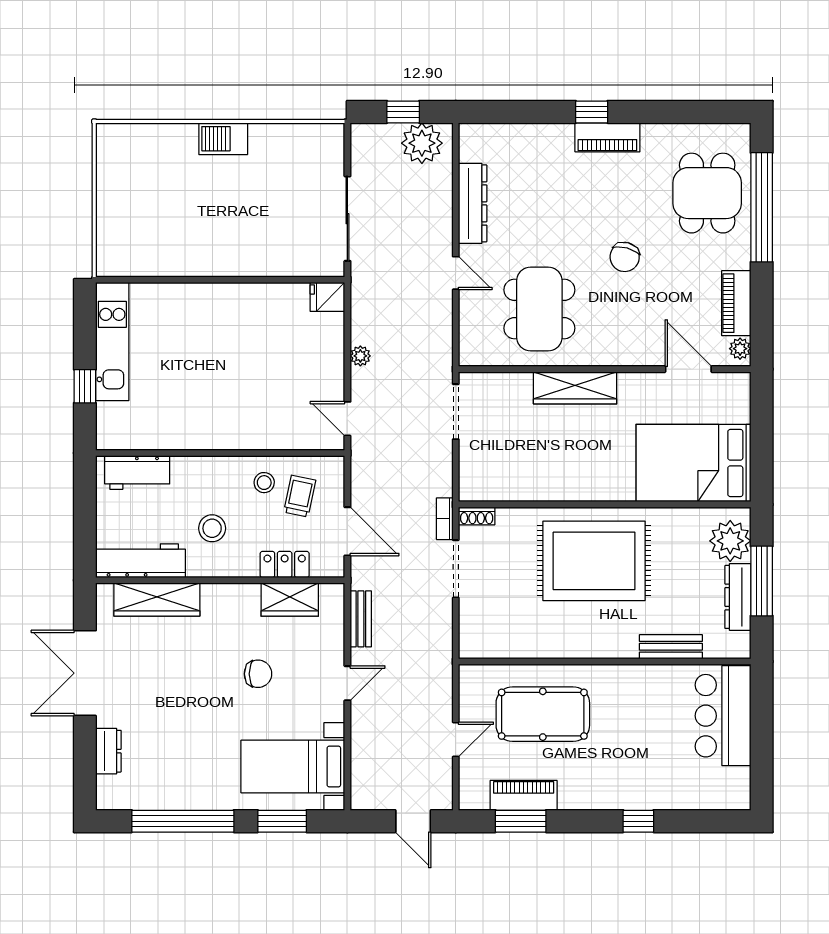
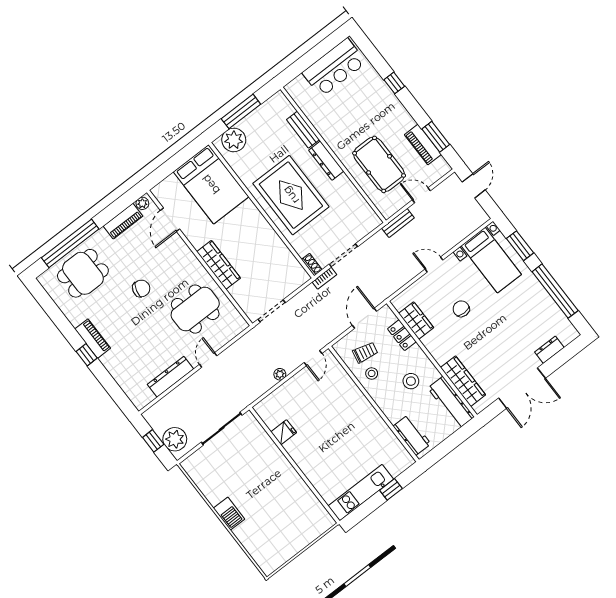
plant: (422, 143) -> (175, 439), moved
fridge: (327, 297) -> (284, 432), moved, turned -90
trolley: (300, 496) -> (365, 352), turned 180
dresser: (738, 597) -> (326, 161), moved, turned 90
bench: (361, 619) -> (398, 223), moved
bar counter: (723, 716) -> (334, 68), moved

